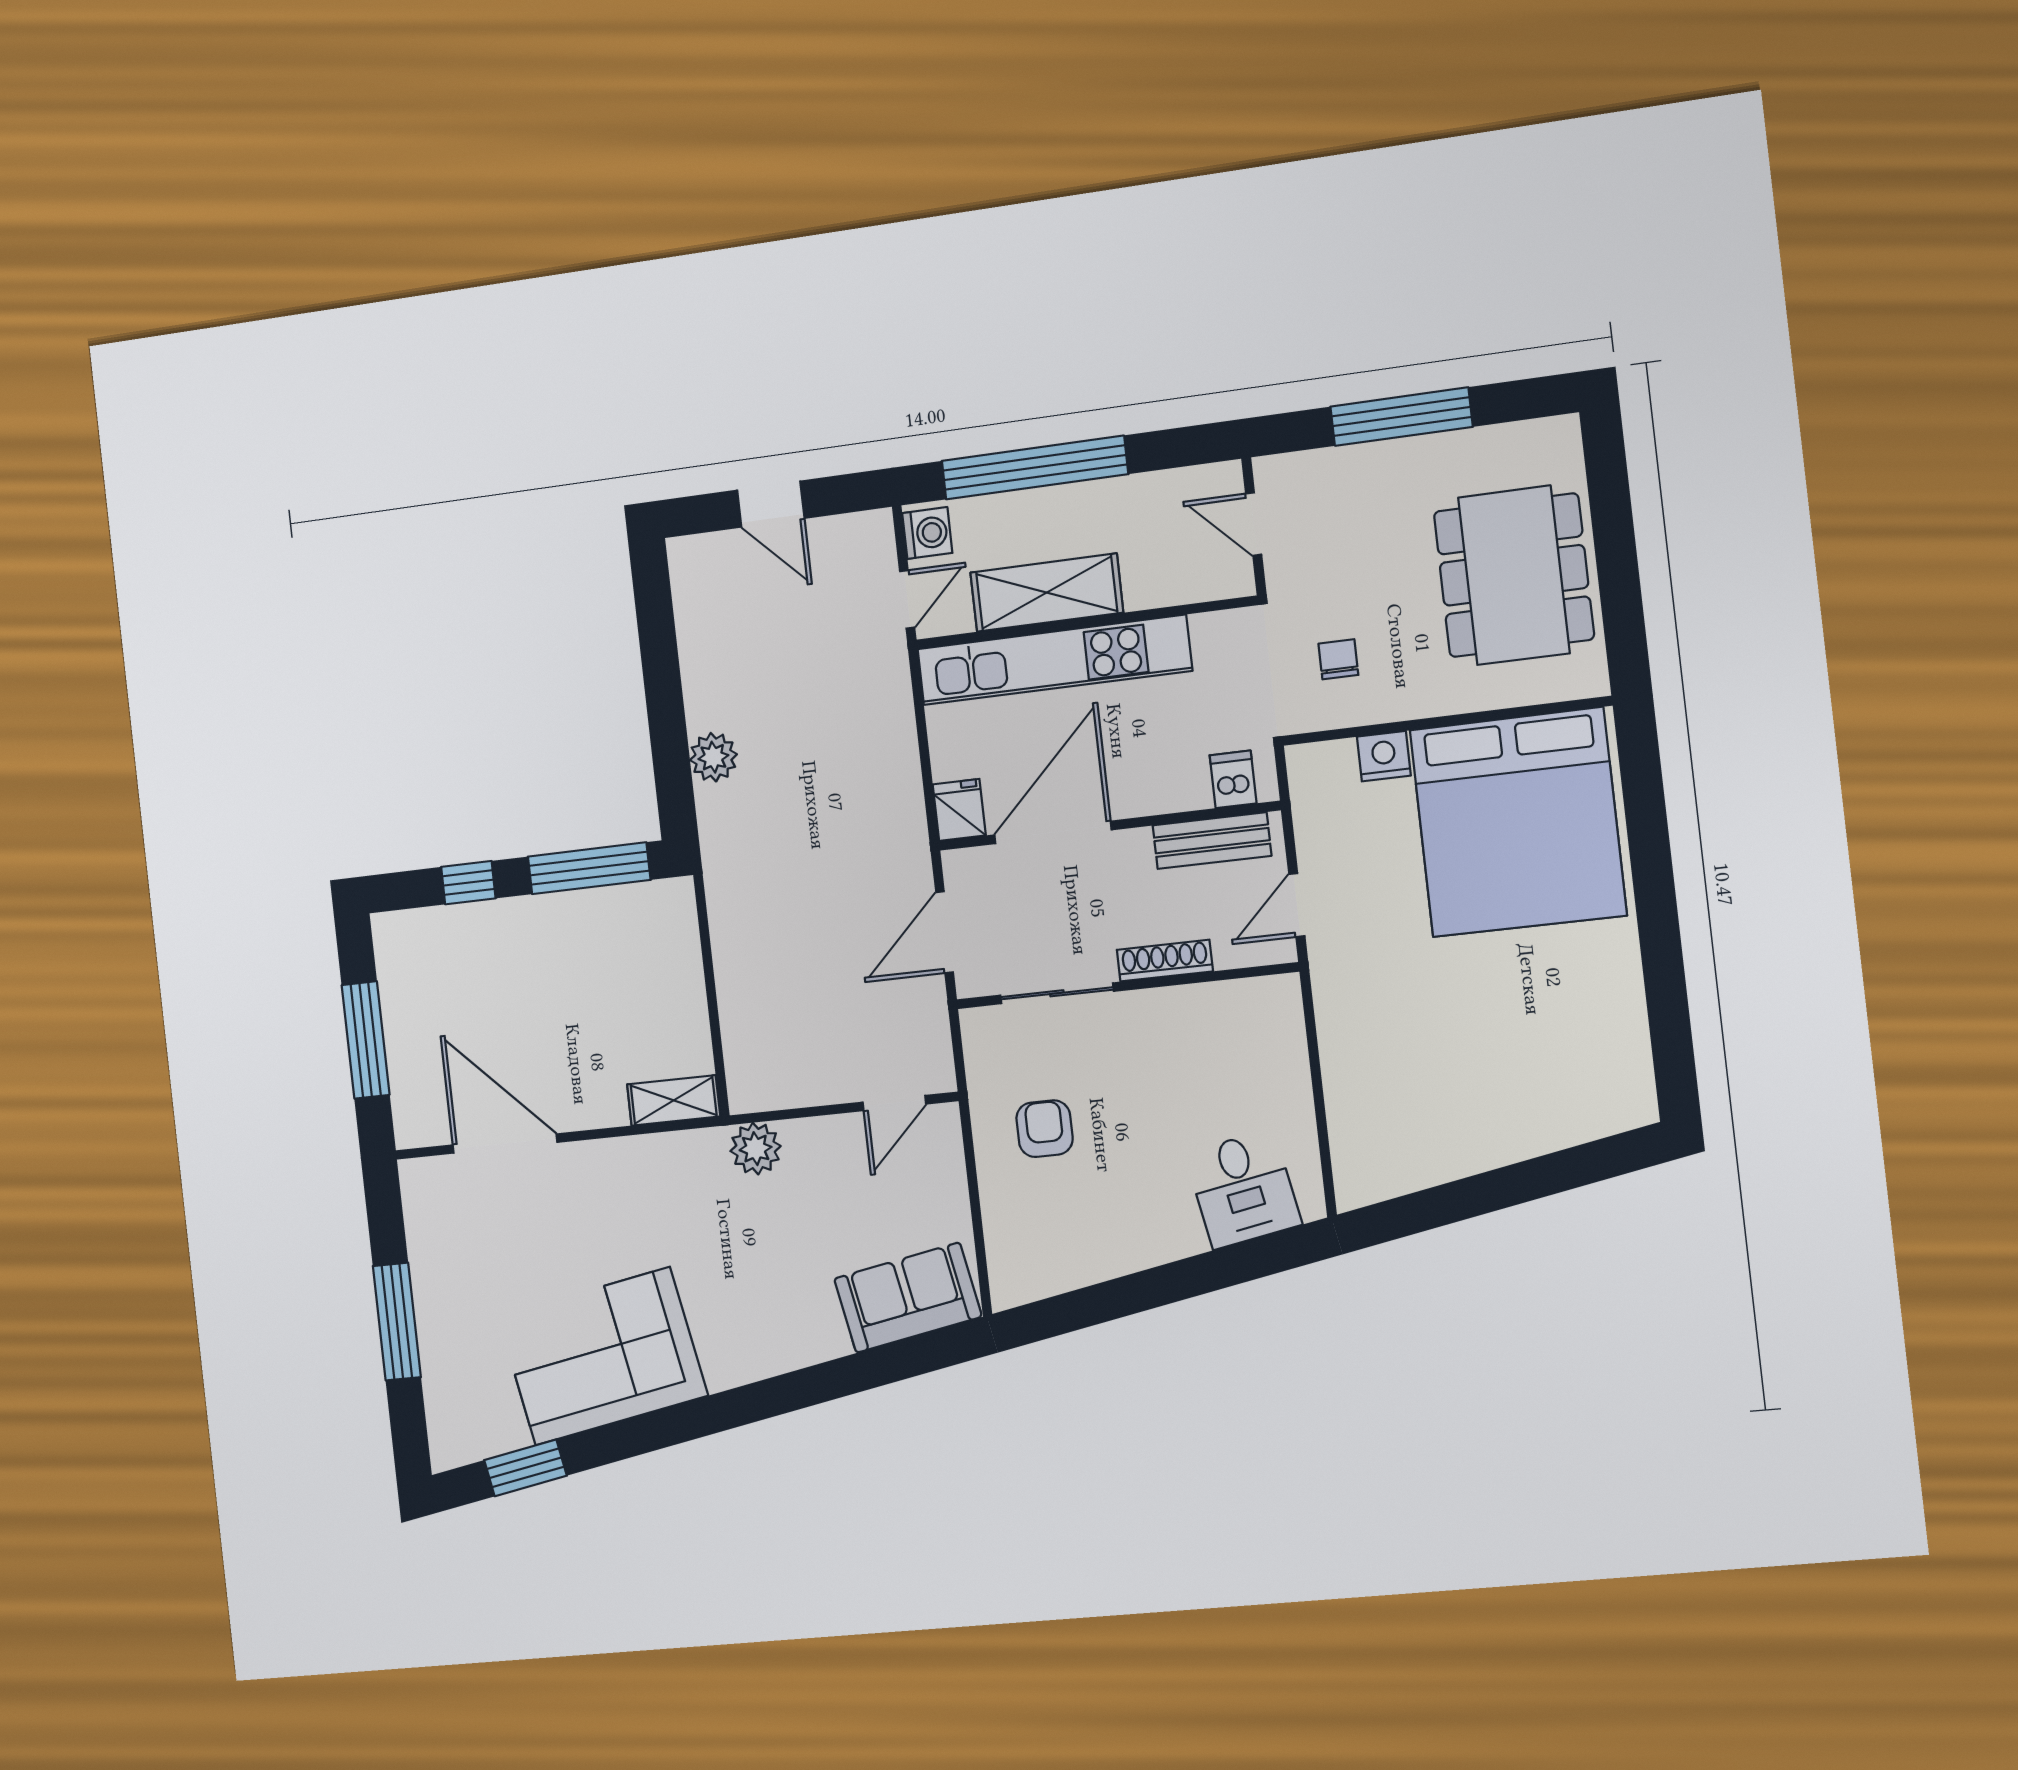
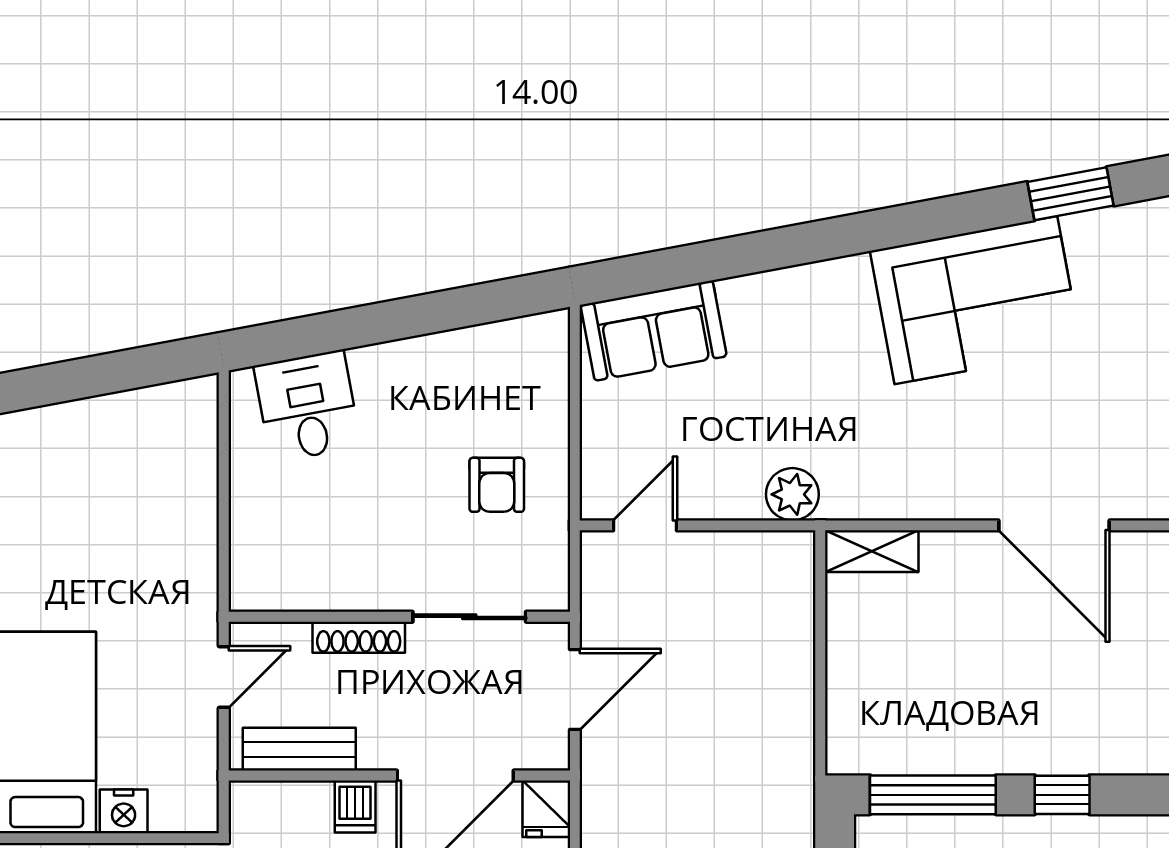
dishwasher: (1233, 779) -> (355, 806), moved

